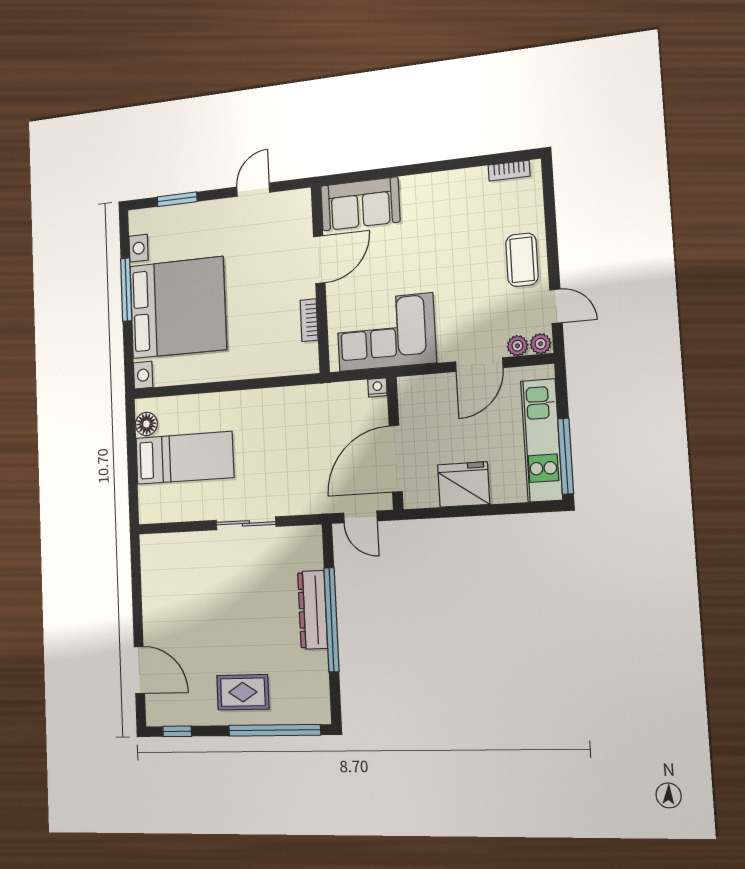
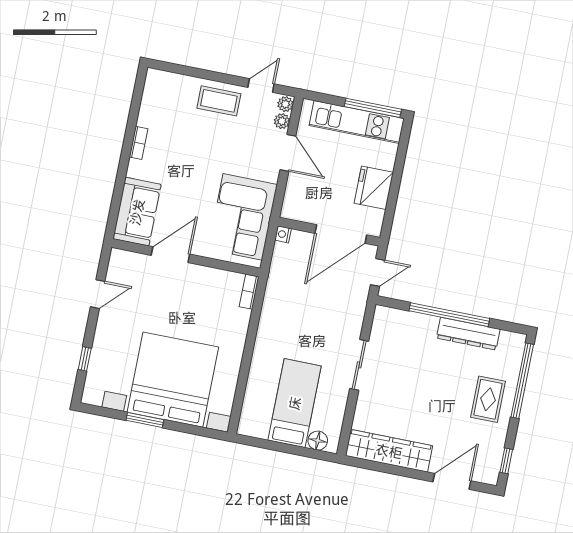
bookcase: (509, 171) -> (139, 143), moved
door: (253, 190) -> (98, 294), swing flipped
window: (177, 199) -> (85, 359), width x0.67
door: (319, 260) -> (170, 255), hinge flipped
window: (126, 290) -> (145, 420), width x0.69
bookcase: (309, 320) -> (249, 292), moved, turned 90
floor lamp: (146, 424) -> (318, 441), moved
door: (396, 459) -> (341, 234), hinge flipped
wardrobe: (157, 585) -> (389, 451), added
dresser: (313, 610) -> (468, 334), moved

